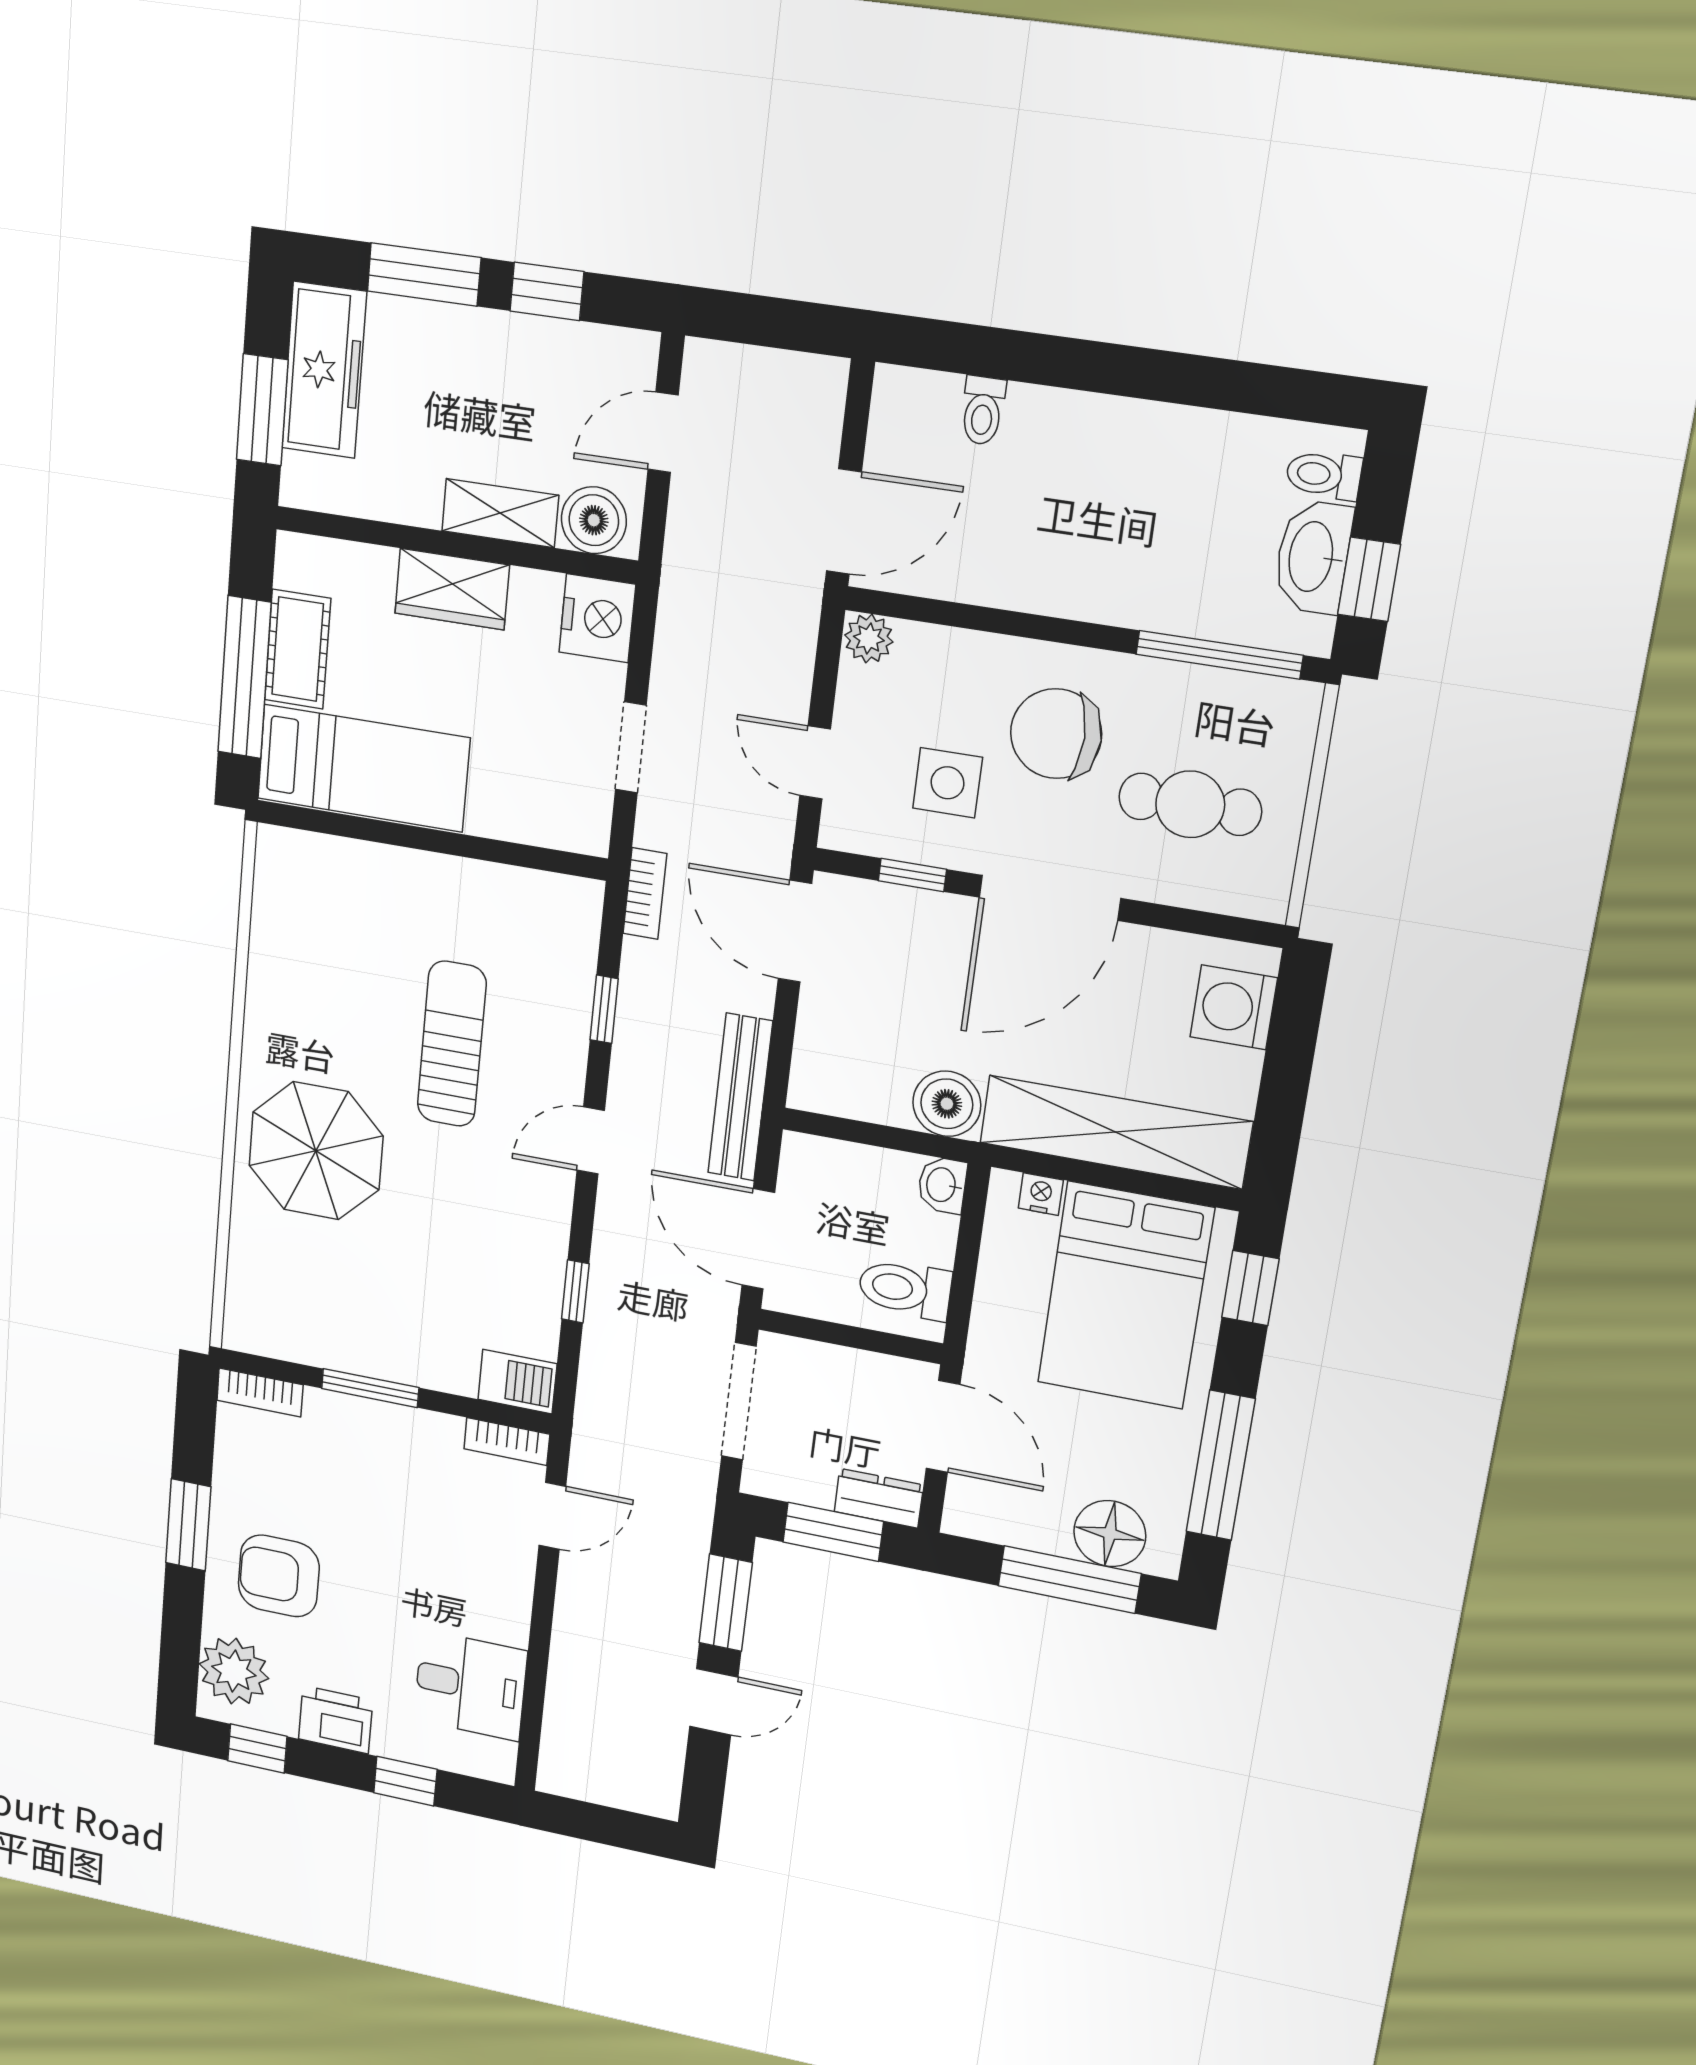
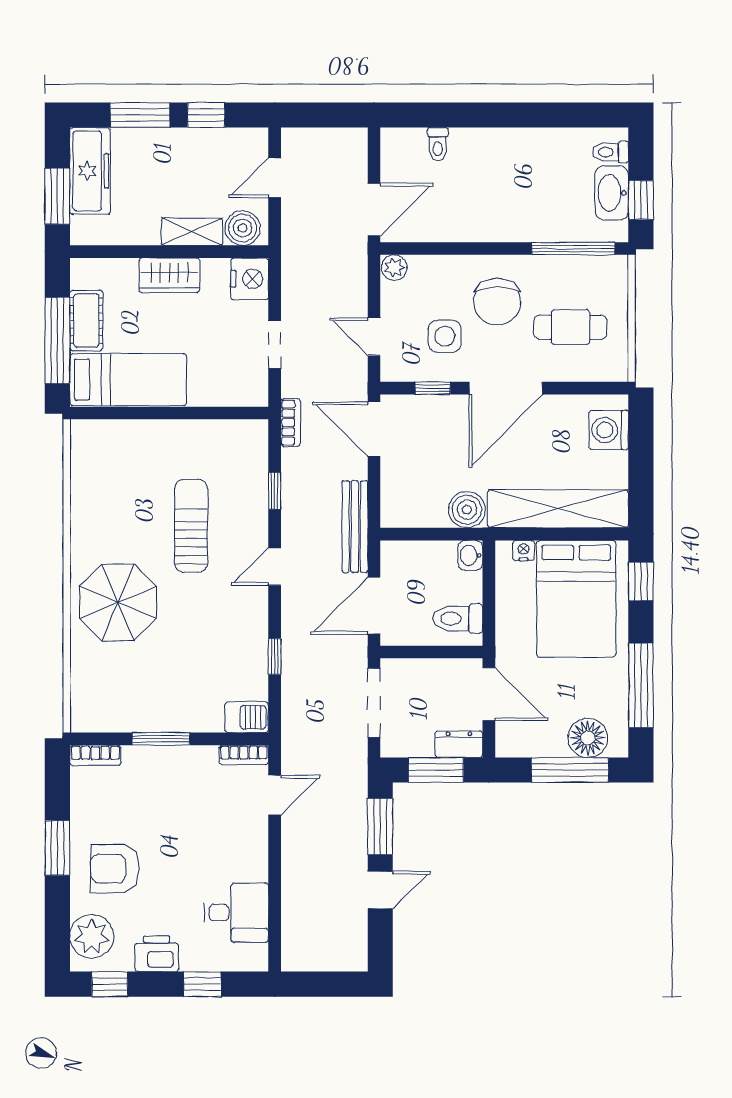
chair: (1056, 734) -> (497, 302), turned -90
door: (758, 1239) -> (374, 606), hinge flipped

